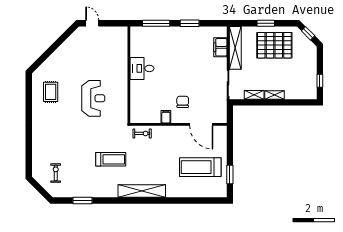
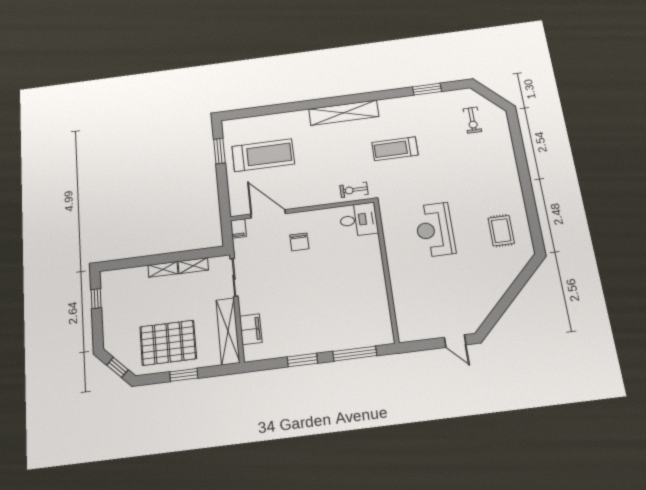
desk: (142, 68) -> (359, 220), moved
filing cabinet: (166, 117) -> (238, 228), moved

